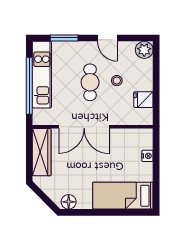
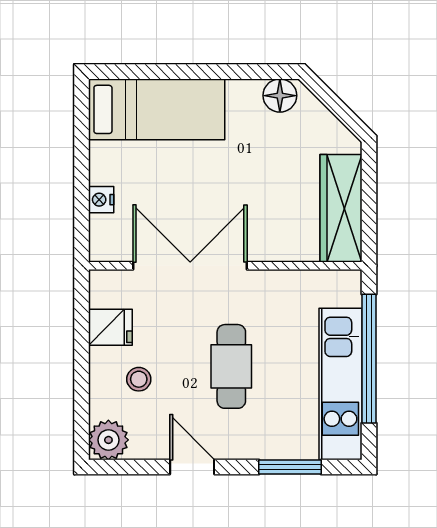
stool: (117, 81) -> (139, 379), moved
double door: (84, 127) -> (190, 266), moved

